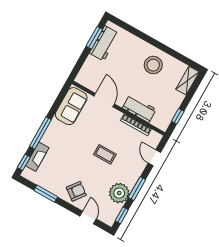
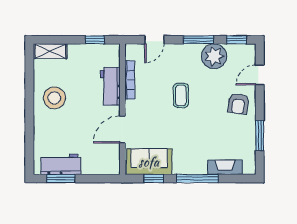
window: (24, 162) -> (154, 179), moved
armchair: (76, 191) -> (238, 104), turned -119

